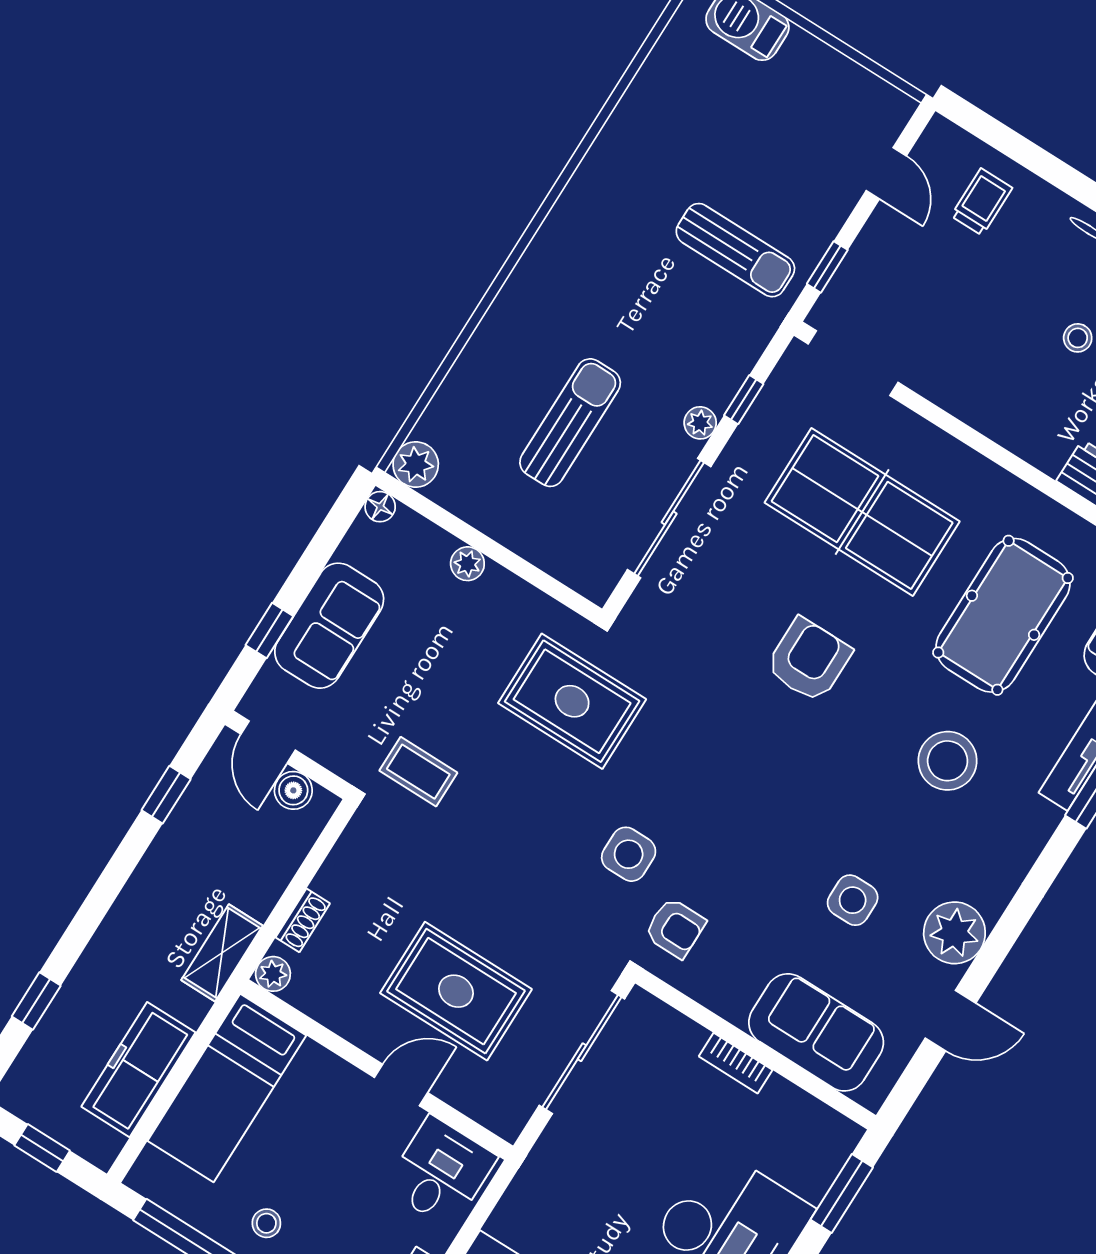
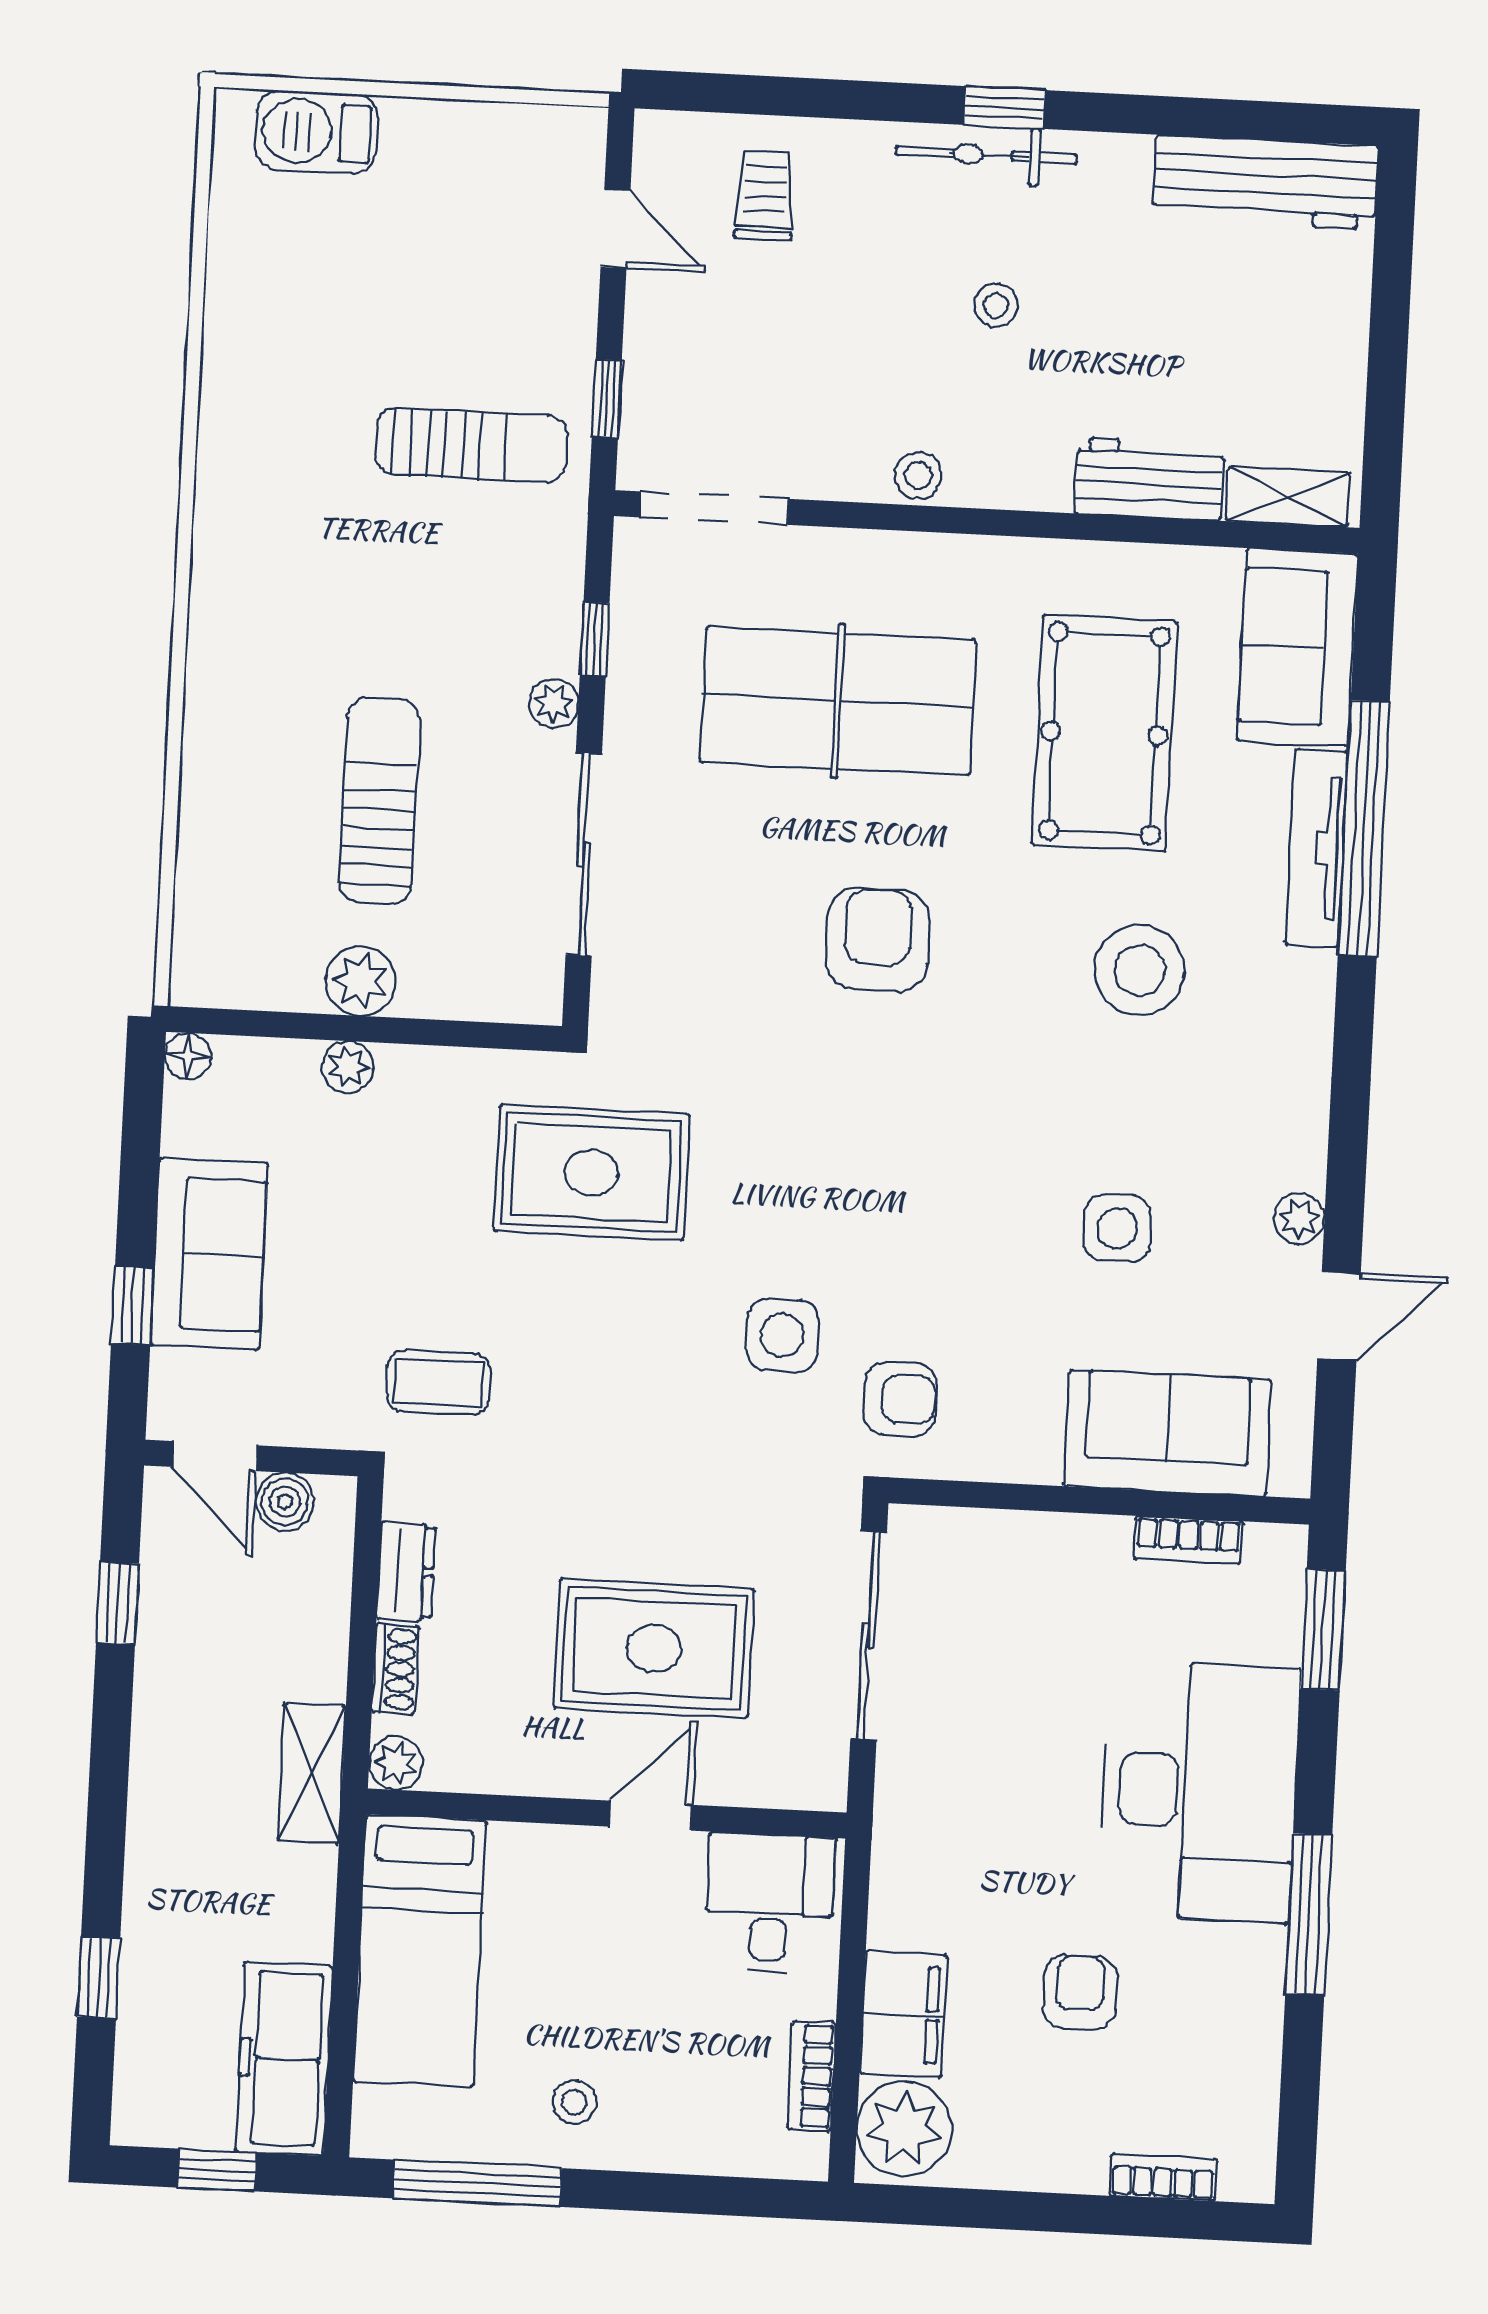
stool: (980, 410) -> (919, 475), added
plant: (416, 465) -> (361, 981), moved
dresser: (340, 868) -> (406, 1571), added
plant: (954, 933) -> (1299, 1219), width x0.53, depth x0.53
bookcase: (736, 1063) -> (1188, 1540), moved
freezer: (138, 1070) -> (284, 2059), moved

